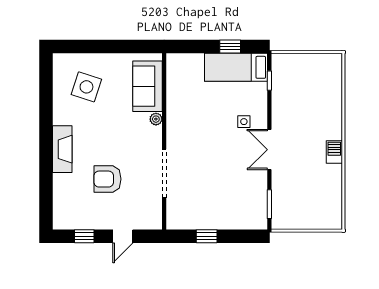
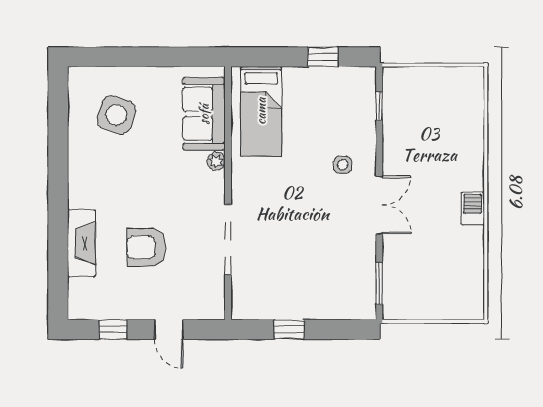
bed: (236, 67) -> (261, 111), moved, turned -90
fireplace: (62, 149) -> (81, 243), moved
double door: (269, 150) -> (379, 205), swing flipped
door: (123, 236) -> (169, 330), hinge flipped

